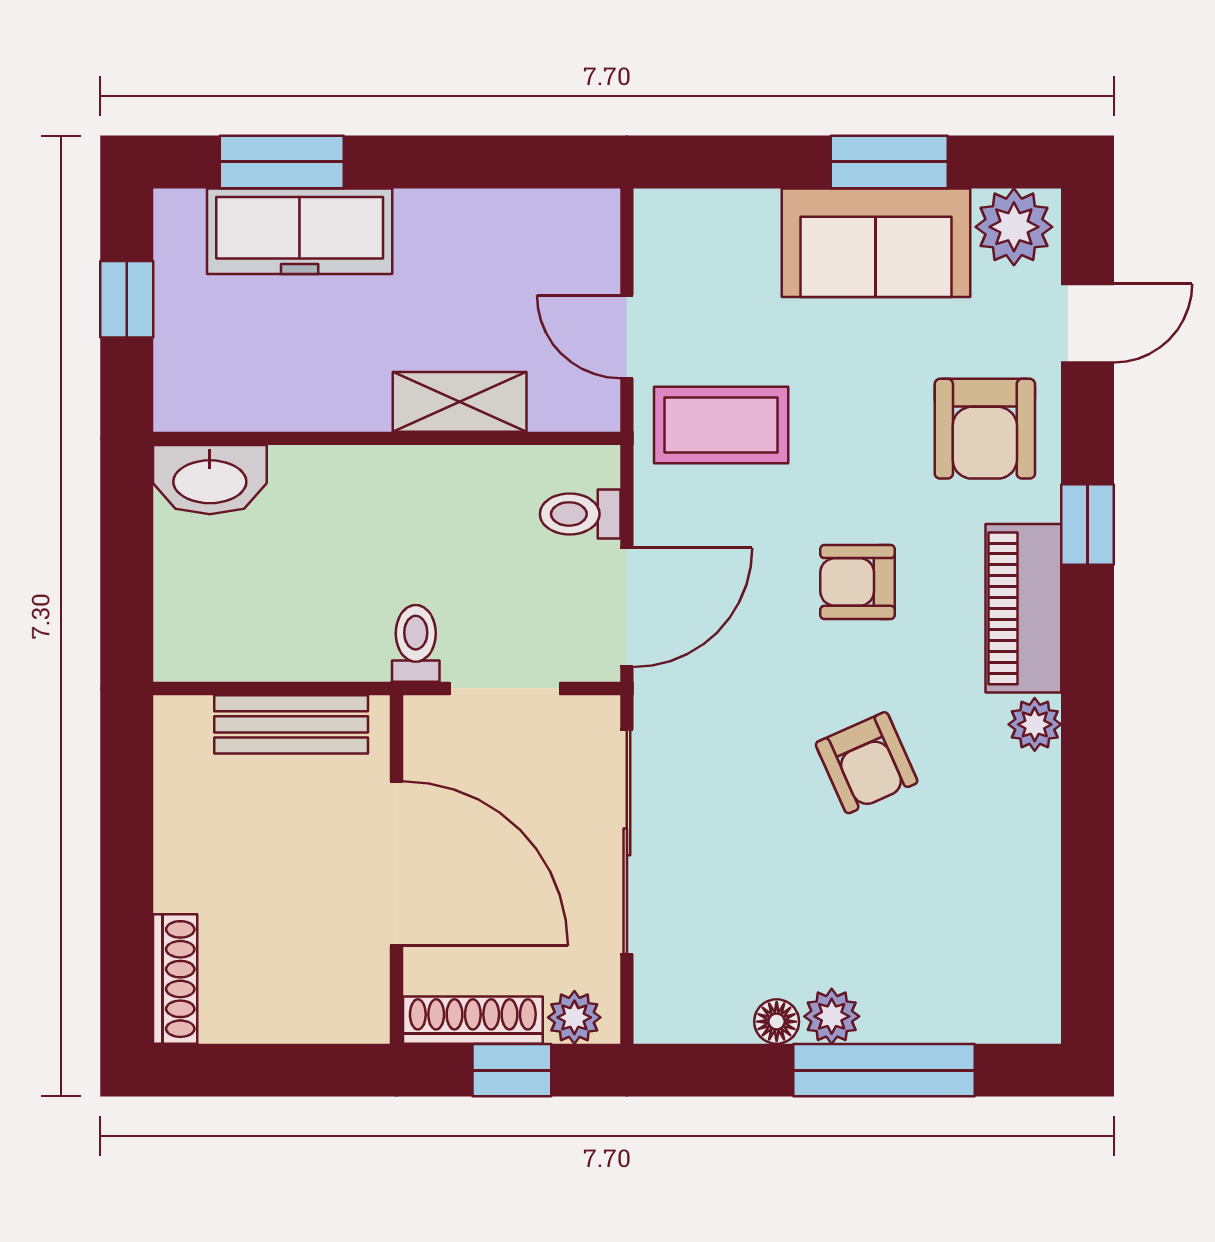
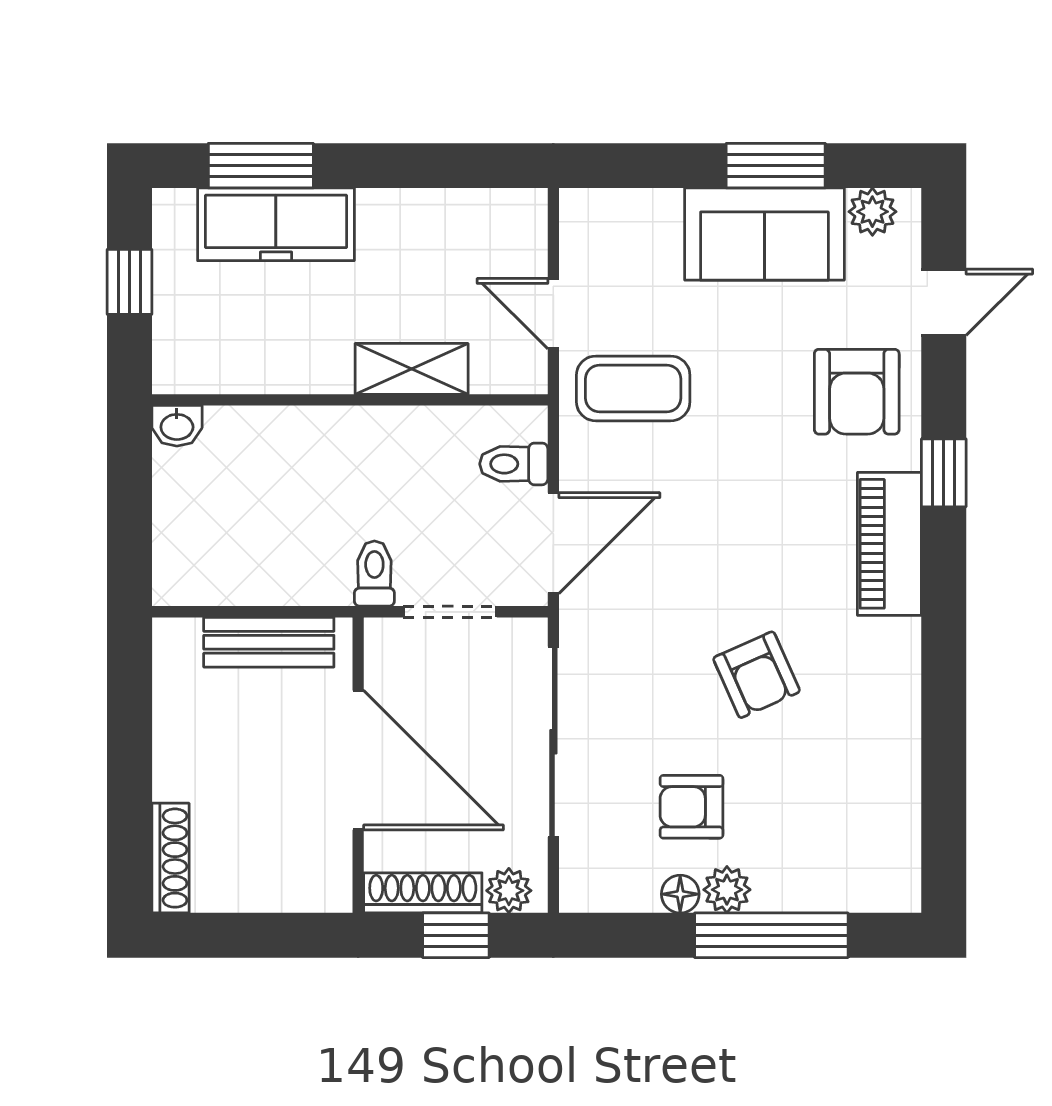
plant: (1014, 227) -> (872, 212), width x0.73, depth x0.73
washbasin: (210, 480) -> (177, 426), width x0.52, depth x0.69
armchair: (858, 582) -> (692, 807), moved
plant: (1035, 724) -> (899, 642), removed

